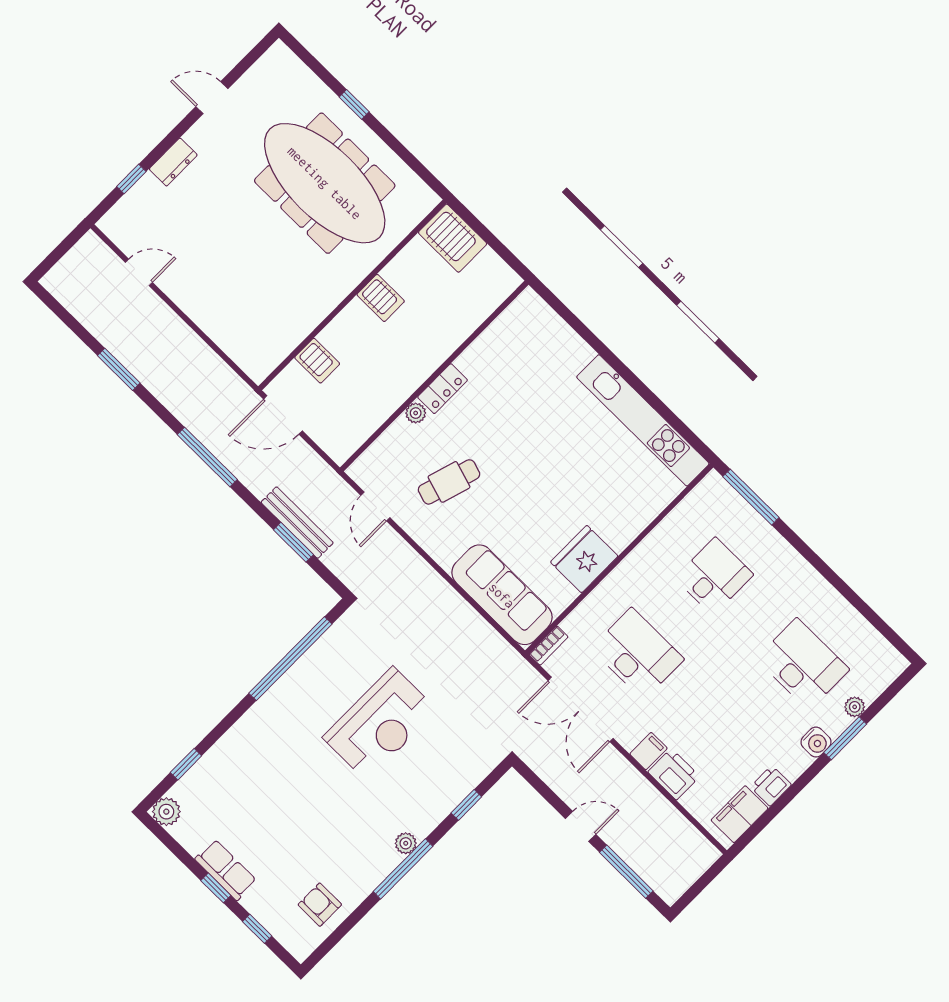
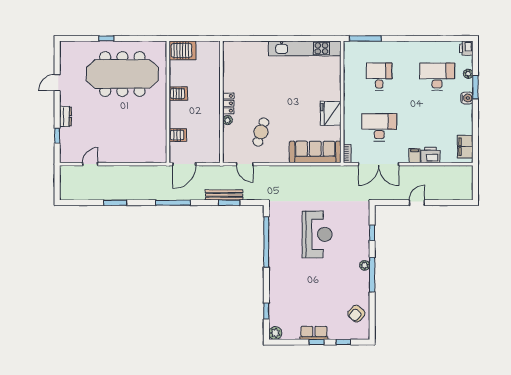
printer: (771, 786) -> (466, 48), moved
window: (626, 872) -> (447, 203), removed
armchair: (320, 905) -> (356, 314), turned -48

